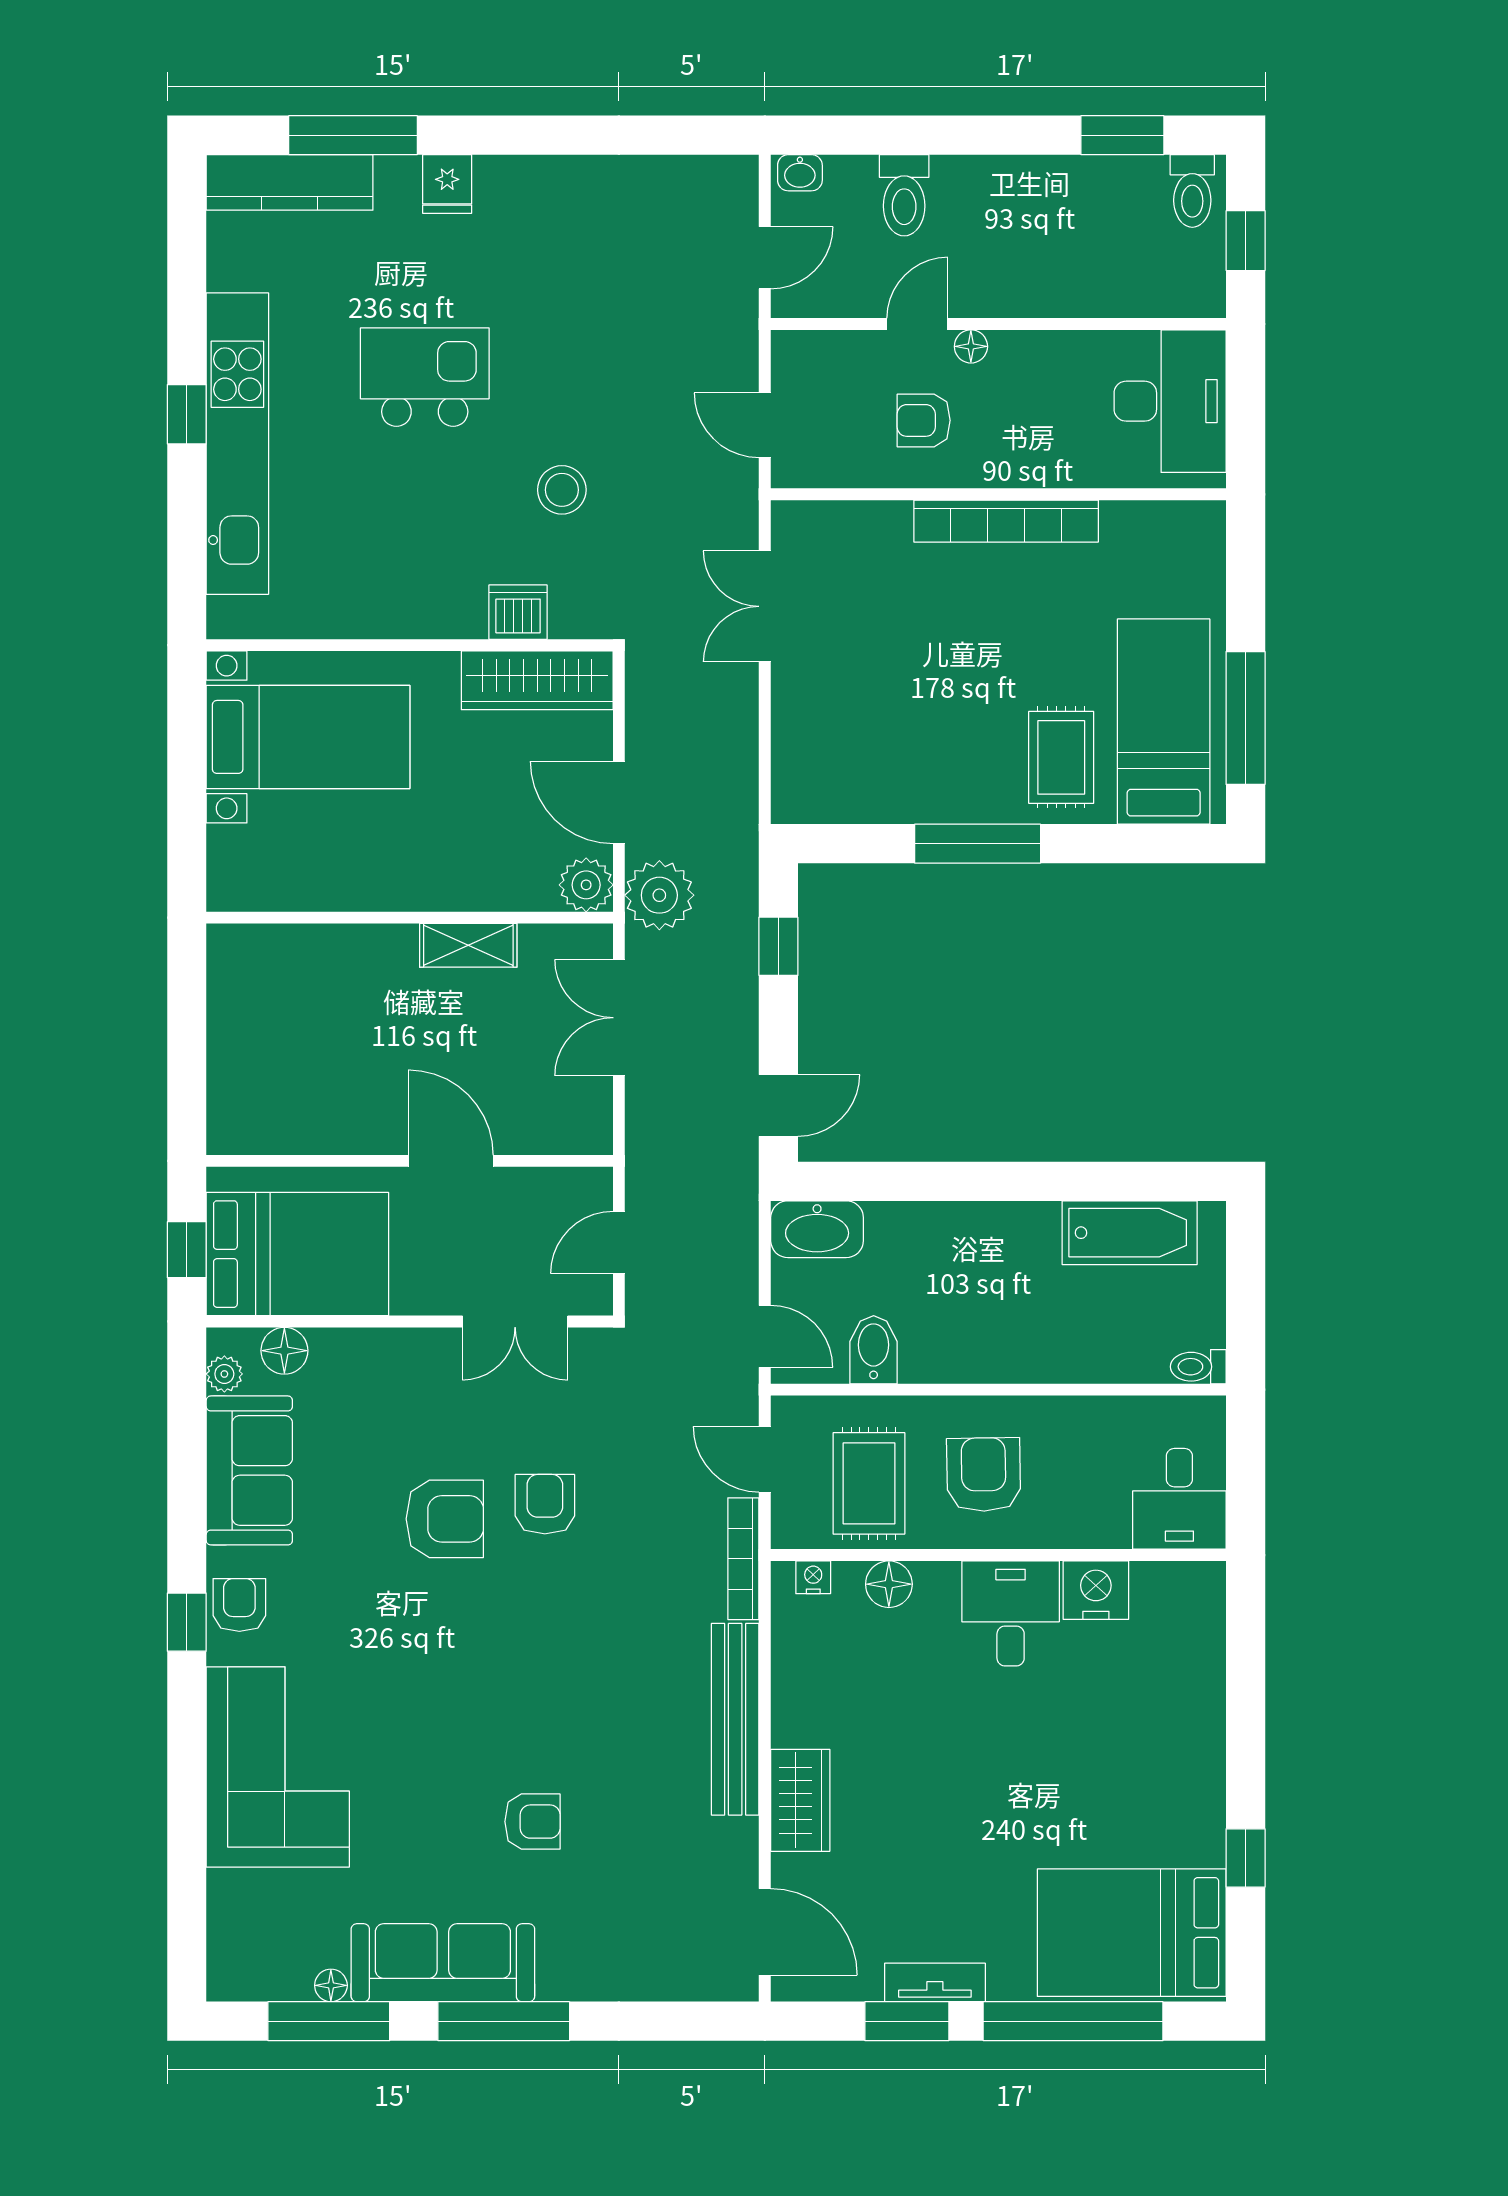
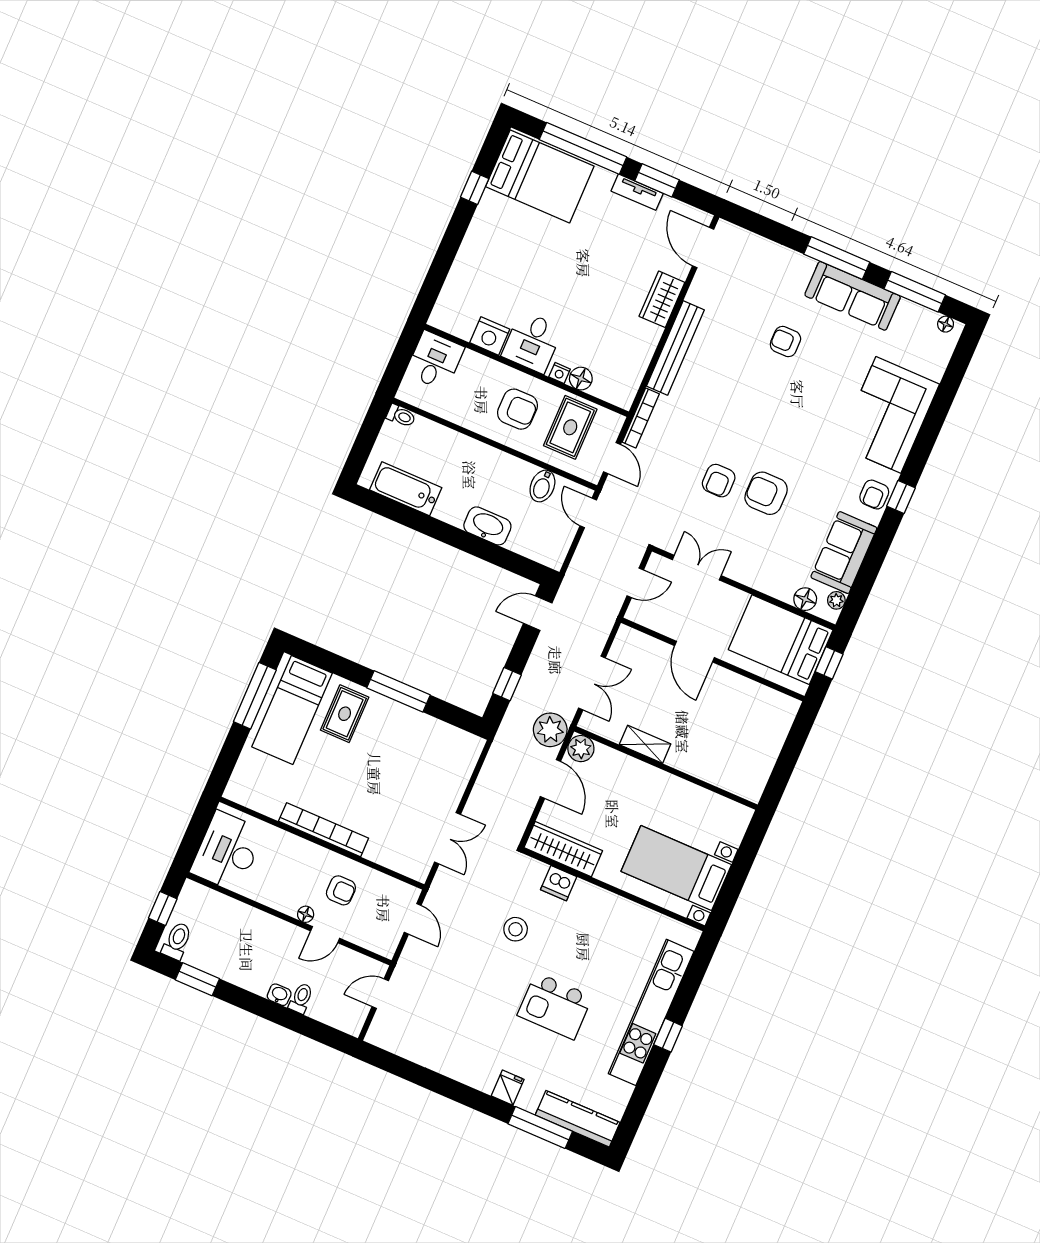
washbasin: (800, 173) -> (279, 995), moved
toilet: (904, 195) -> (301, 998), width x0.73, depth x0.72
washbasin: (817, 1229) -> (487, 526), moved
armchair: (984, 1475) -> (517, 409), turned -89
nightstand: (813, 1577) -> (560, 373), moved
floor lamp: (331, 1985) -> (946, 324), moved

